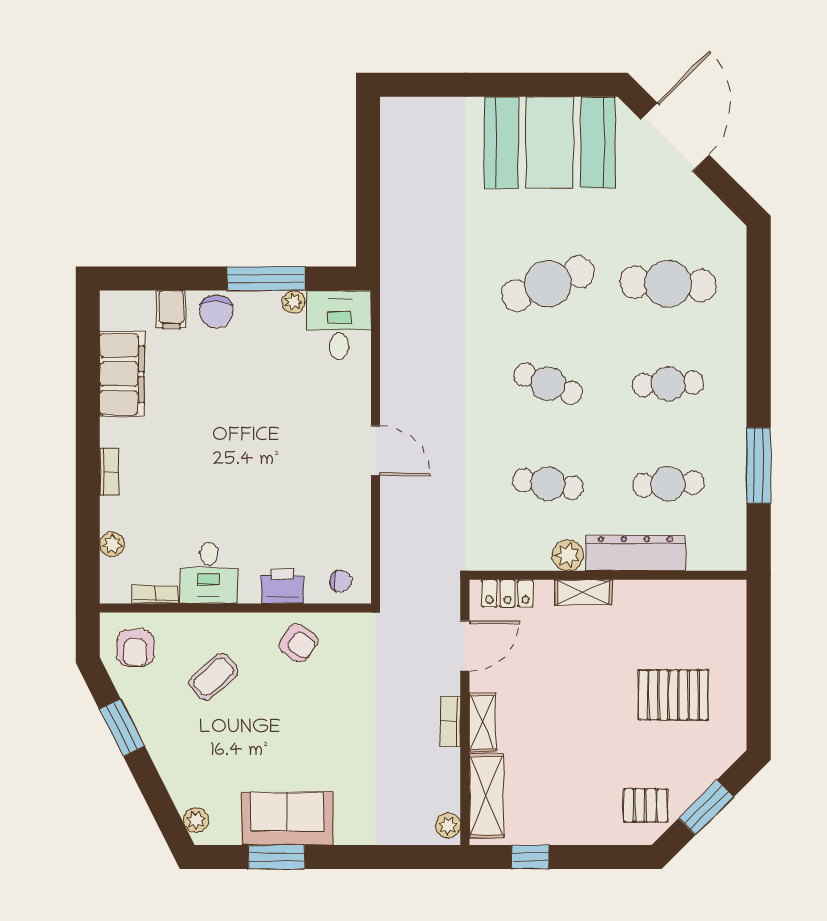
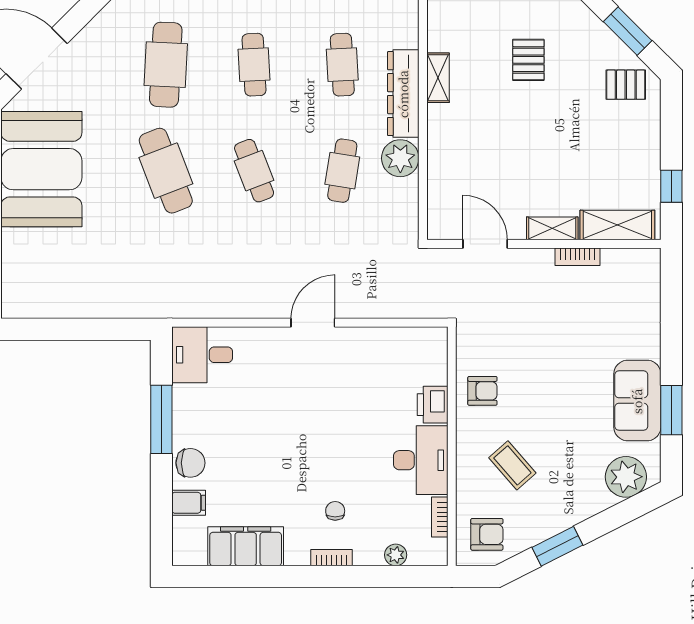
plant: (293, 302) -> (182, 395), removed
cafe table: (548, 384) -> (254, 171), turned -42
plant: (568, 555) -> (400, 158), width x1.36, depth x1.36
desk: (209, 573) -> (421, 460), width x1.37
chair: (341, 581) -> (335, 511), moved
shelving: (583, 592) -> (438, 78), moved
locker: (507, 593) -> (439, 206), removed
armchair: (298, 643) -> (482, 391), turned 55
pallet: (674, 695) -> (528, 60), width x0.67, depth x0.71
bookcase: (450, 721) -> (578, 257), moved
pallet: (645, 805) -> (626, 85), turned 90
plant: (196, 820) -> (626, 477), width x1.88, depth x1.88
plant: (448, 825) -> (643, 259), removed

